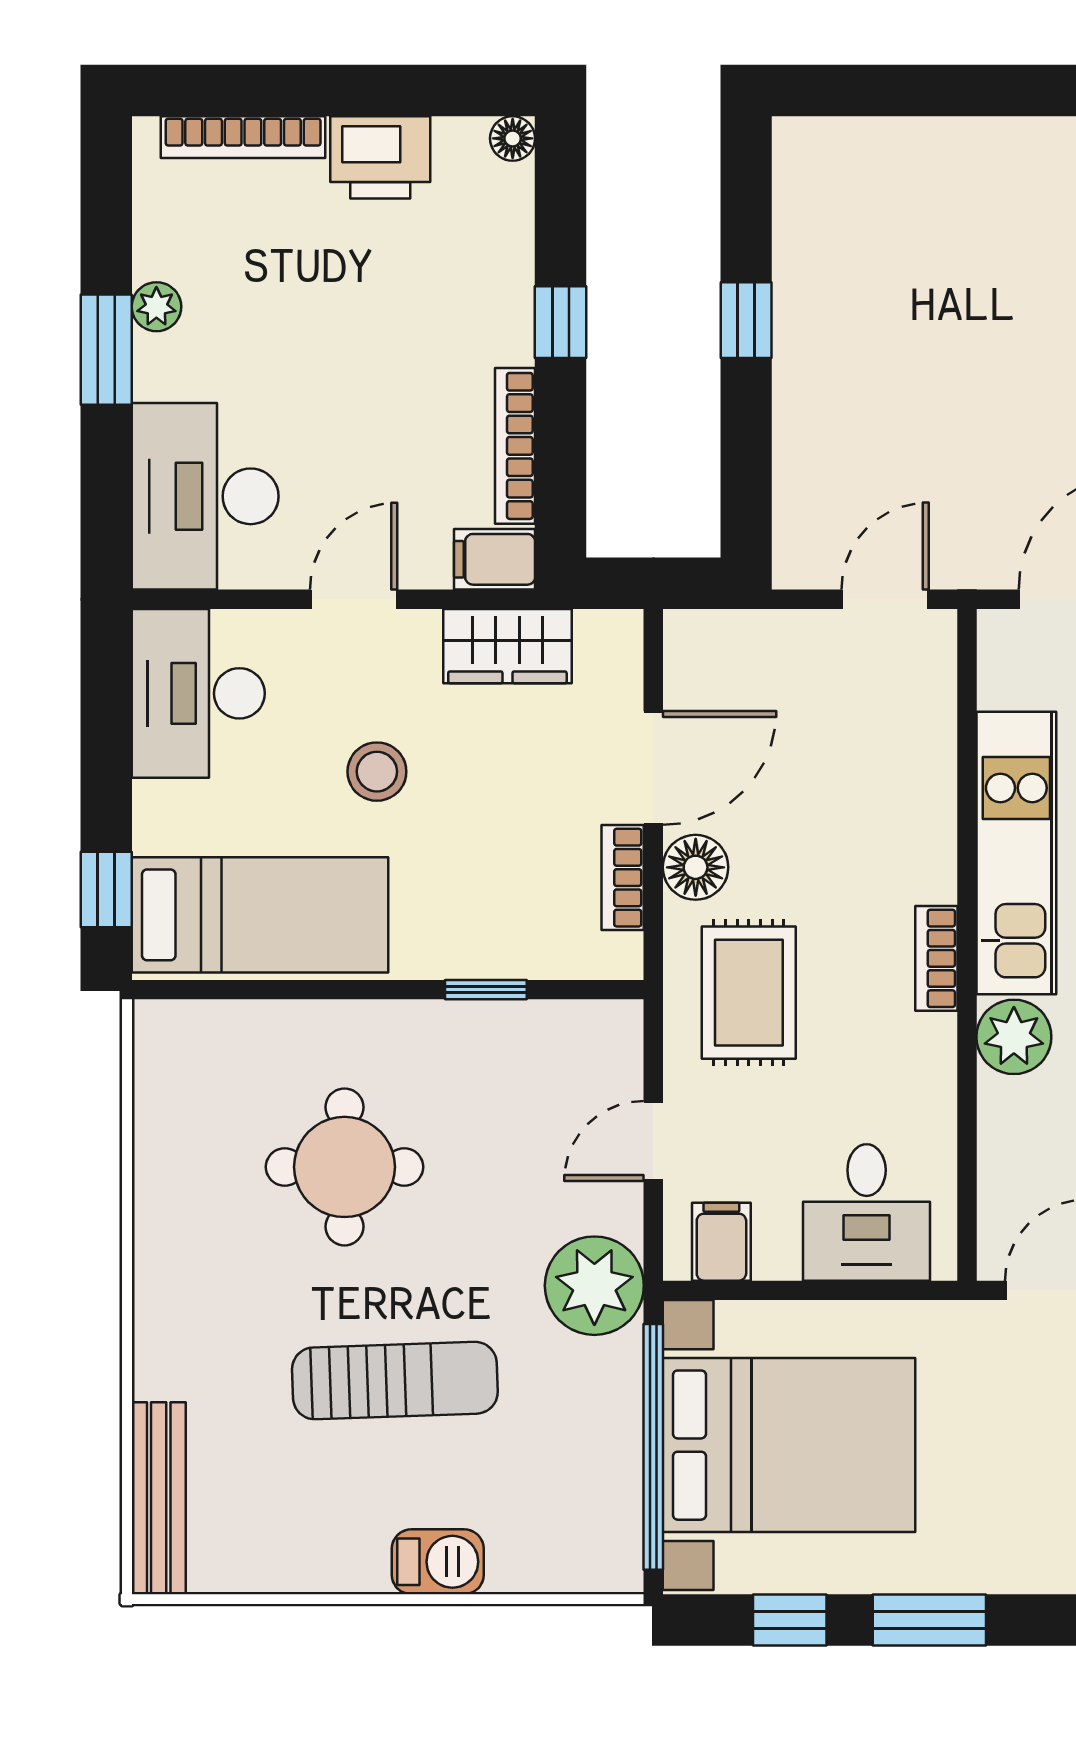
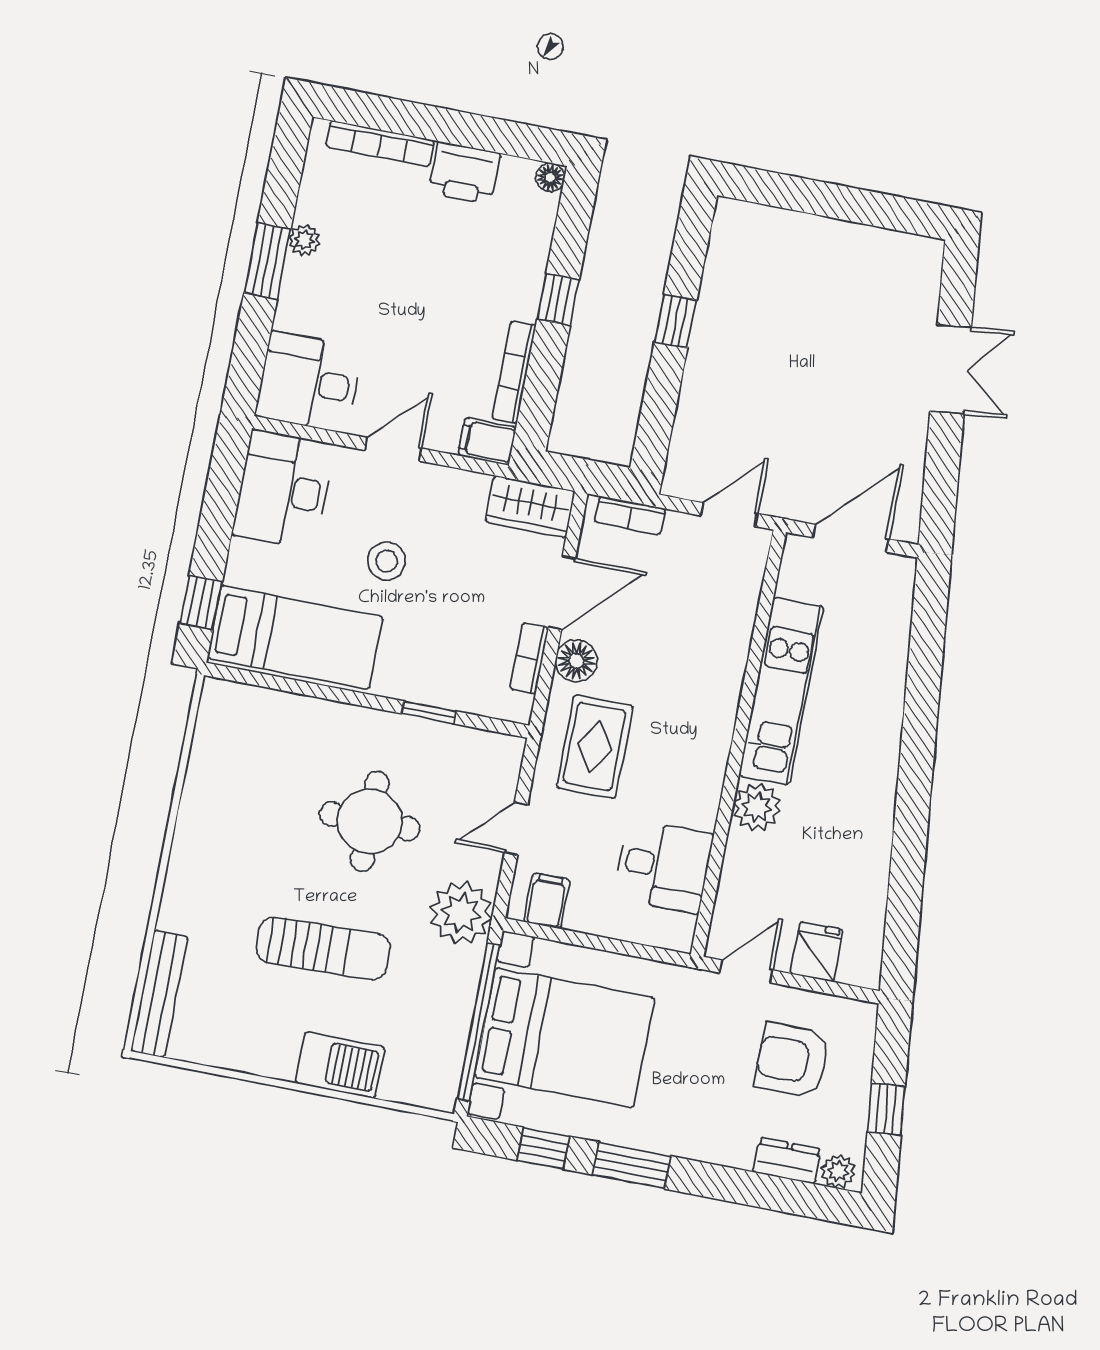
desk: (205, 496) -> (309, 382), width x0.73
wardrobe: (507, 646) -> (530, 507), moved
bookcase: (936, 958) -> (630, 515), moved, turned -90
round table: (344, 1167) -> (370, 821), moved
desk: (867, 1212) -> (663, 866), moved, turned -90
barbecue: (438, 1562) -> (340, 1065), width x1.38, depth x1.27

